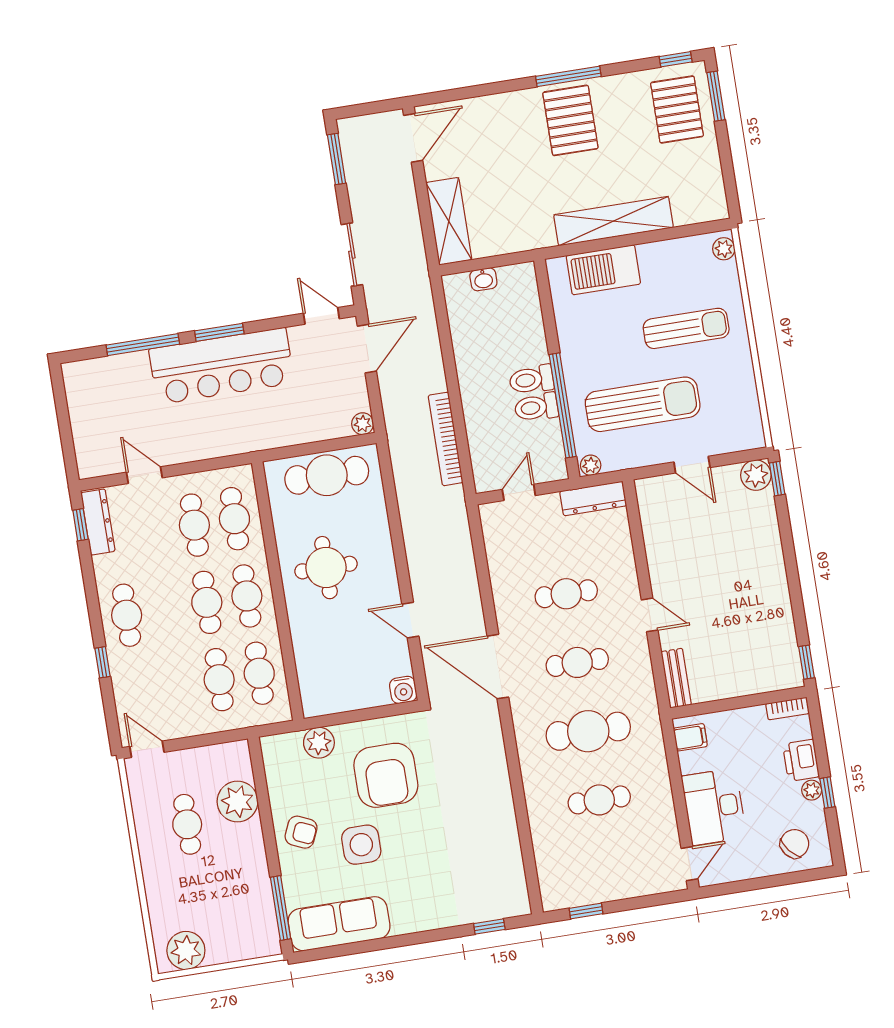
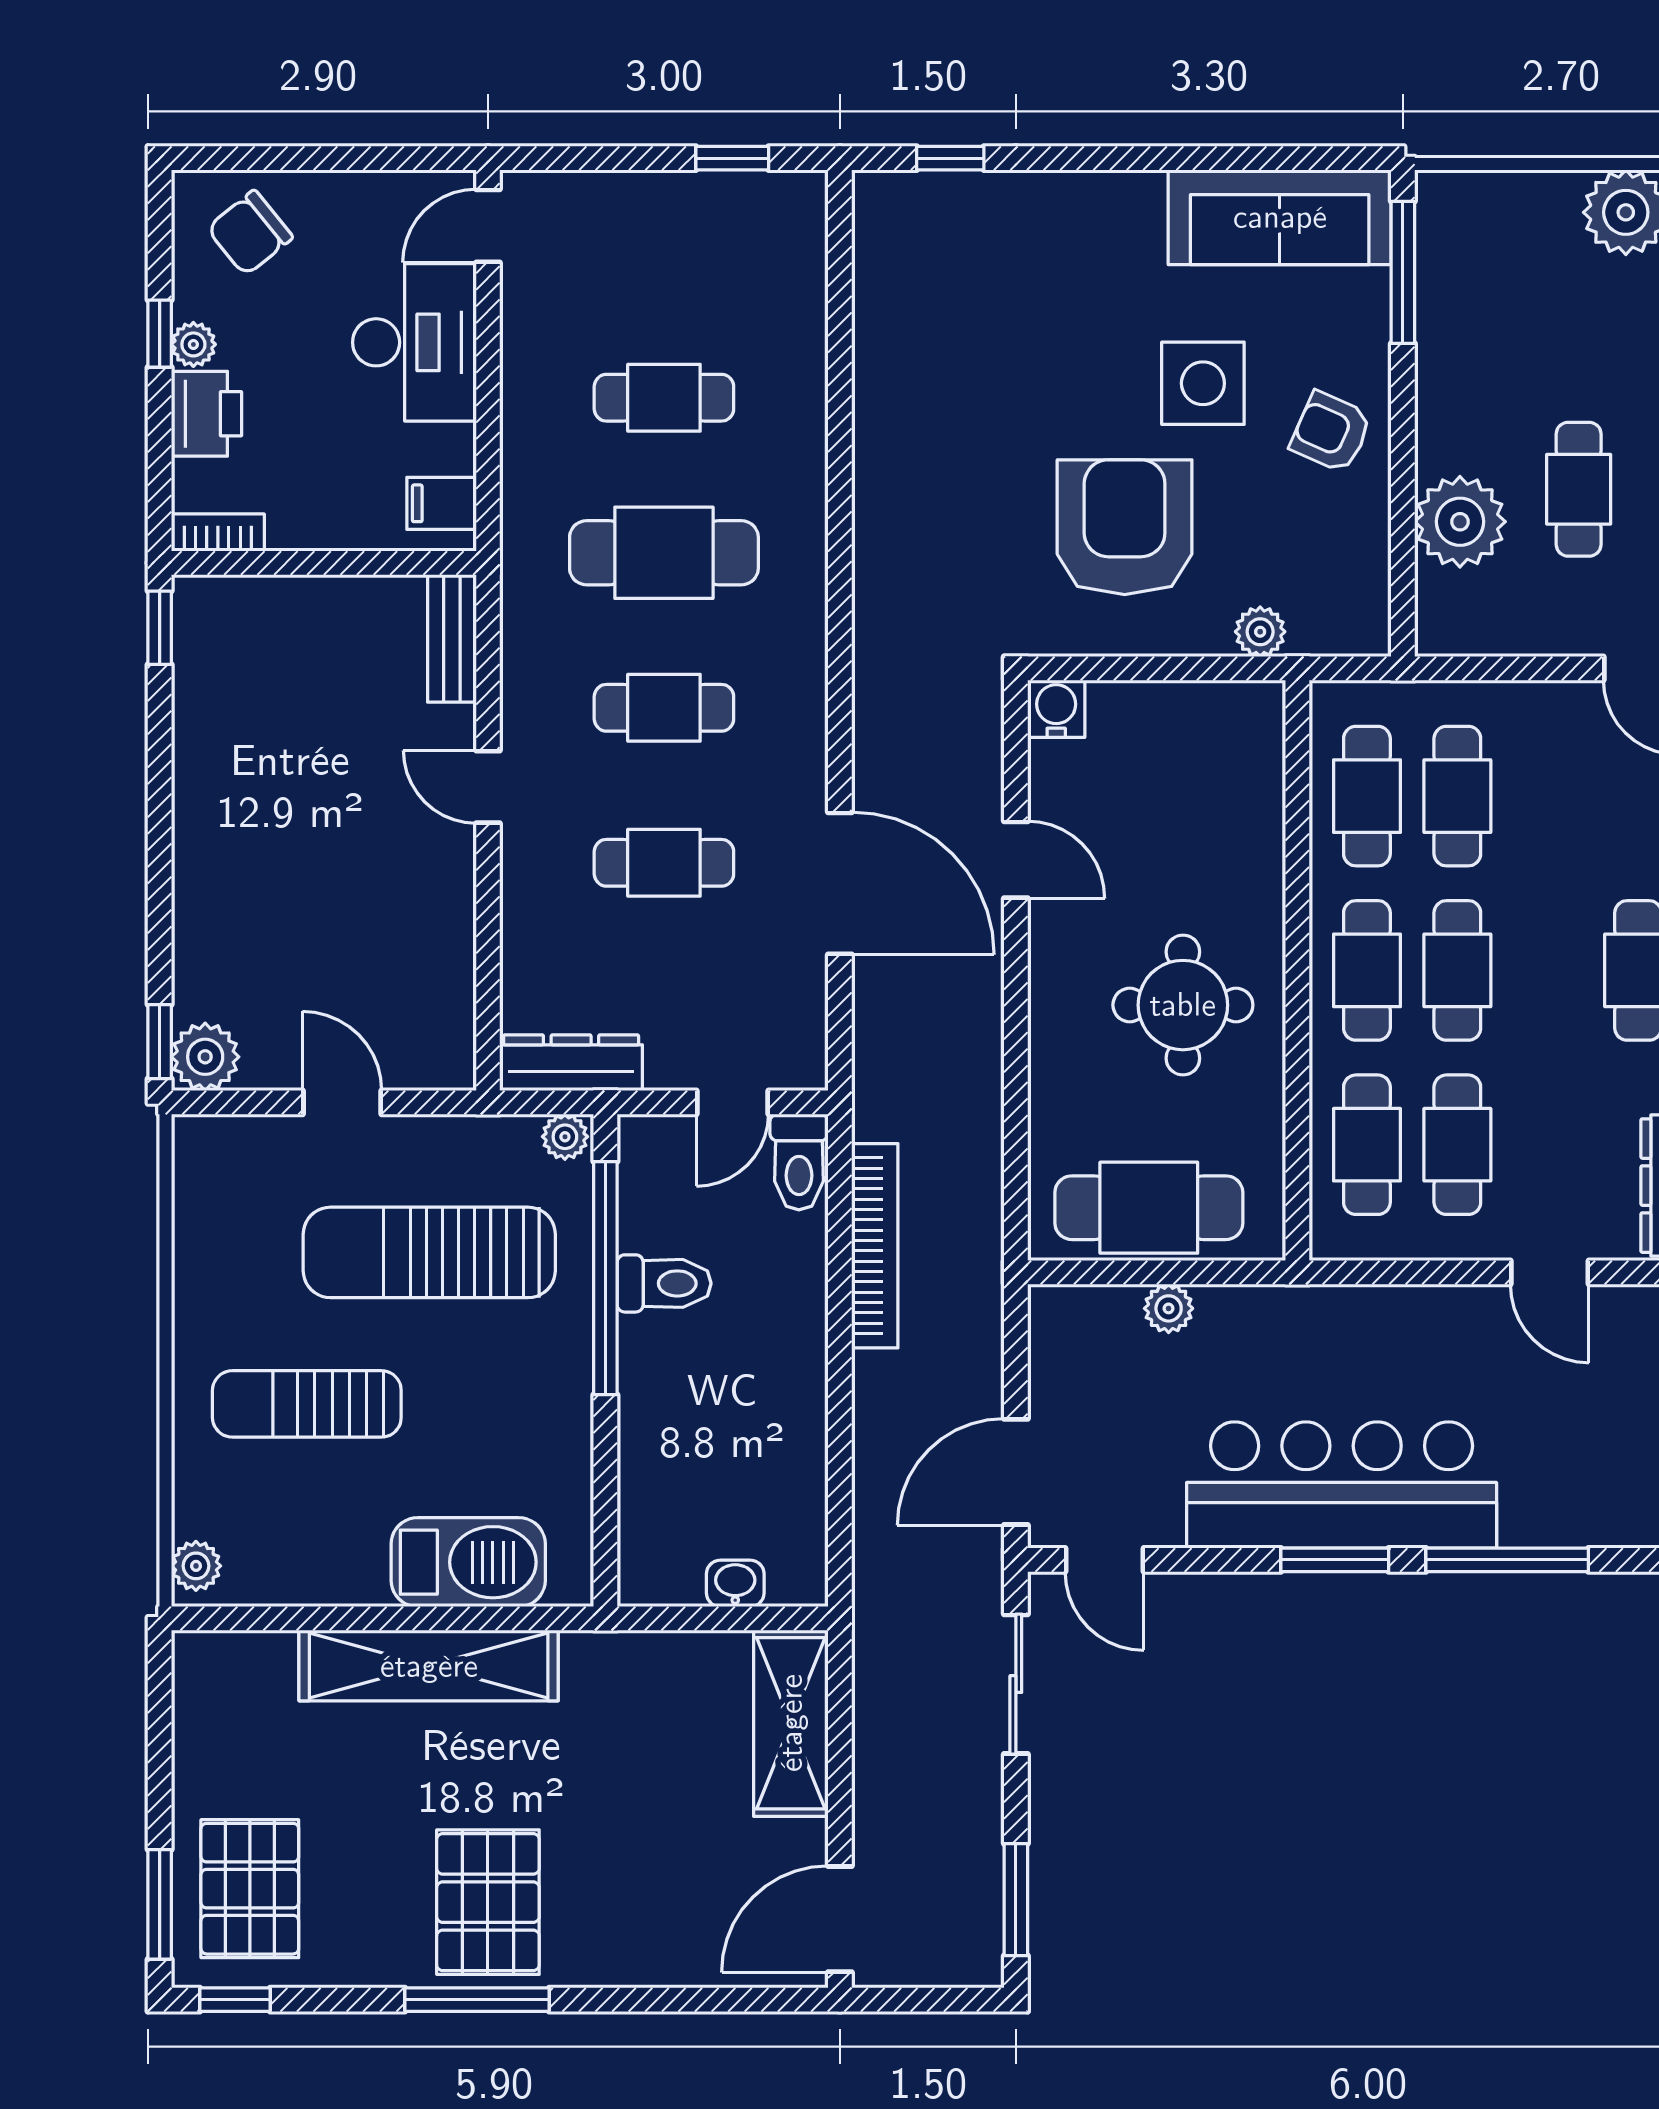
toilet: (531, 380) -> (799, 1162), moved, turned 90
plant: (363, 424) -> (1169, 1308), moved
door: (498, 667) -> (840, 883), moved
plant: (319, 743) -> (1260, 632), width x0.73, depth x0.73

